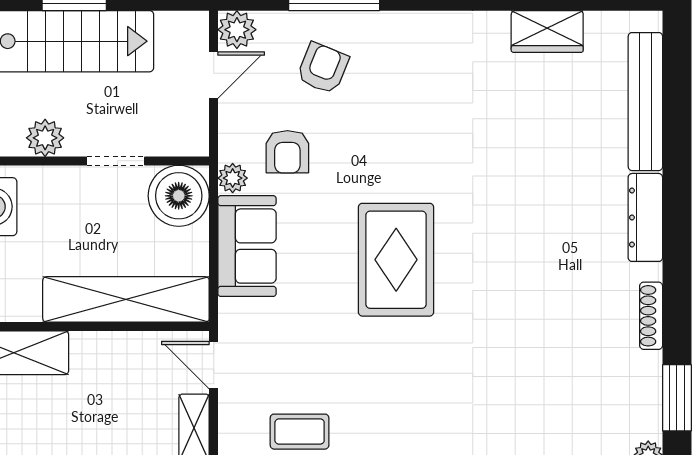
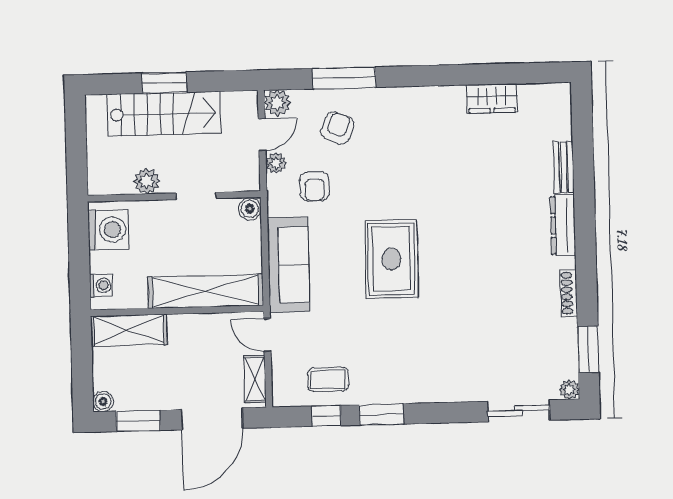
bench: (645, 102) -> (564, 167), width x0.54, depth x0.82
plant: (233, 178) -> (276, 163), moved
boiler: (179, 196) -> (250, 209), width x0.54, depth x0.54
sofa: (247, 246) -> (289, 265), width x1.36

